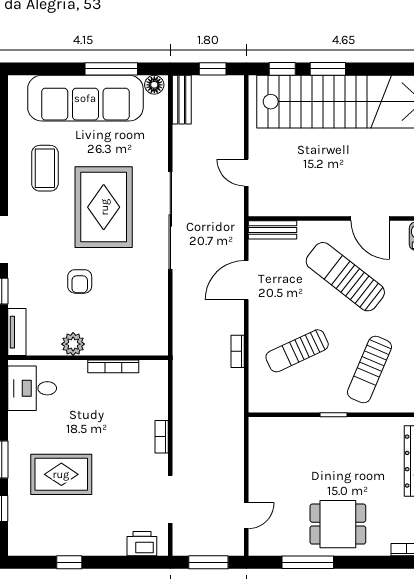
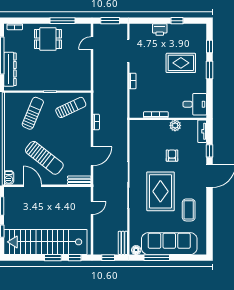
door: (246, 173) -> (92, 208), hinge flipped
sun lounger: (297, 351) -> (71, 107), moved
printer: (142, 544) -> (160, 30), moved

